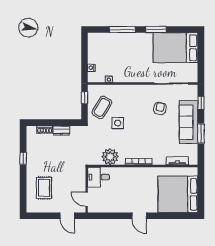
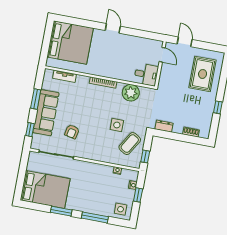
side table: (99, 42) -> (121, 209), added
window: (84, 59) -> (138, 195), added
dresser: (61, 130) -> (164, 126), moved
rug: (44, 188) -> (203, 74), width x1.36, depth x1.43

